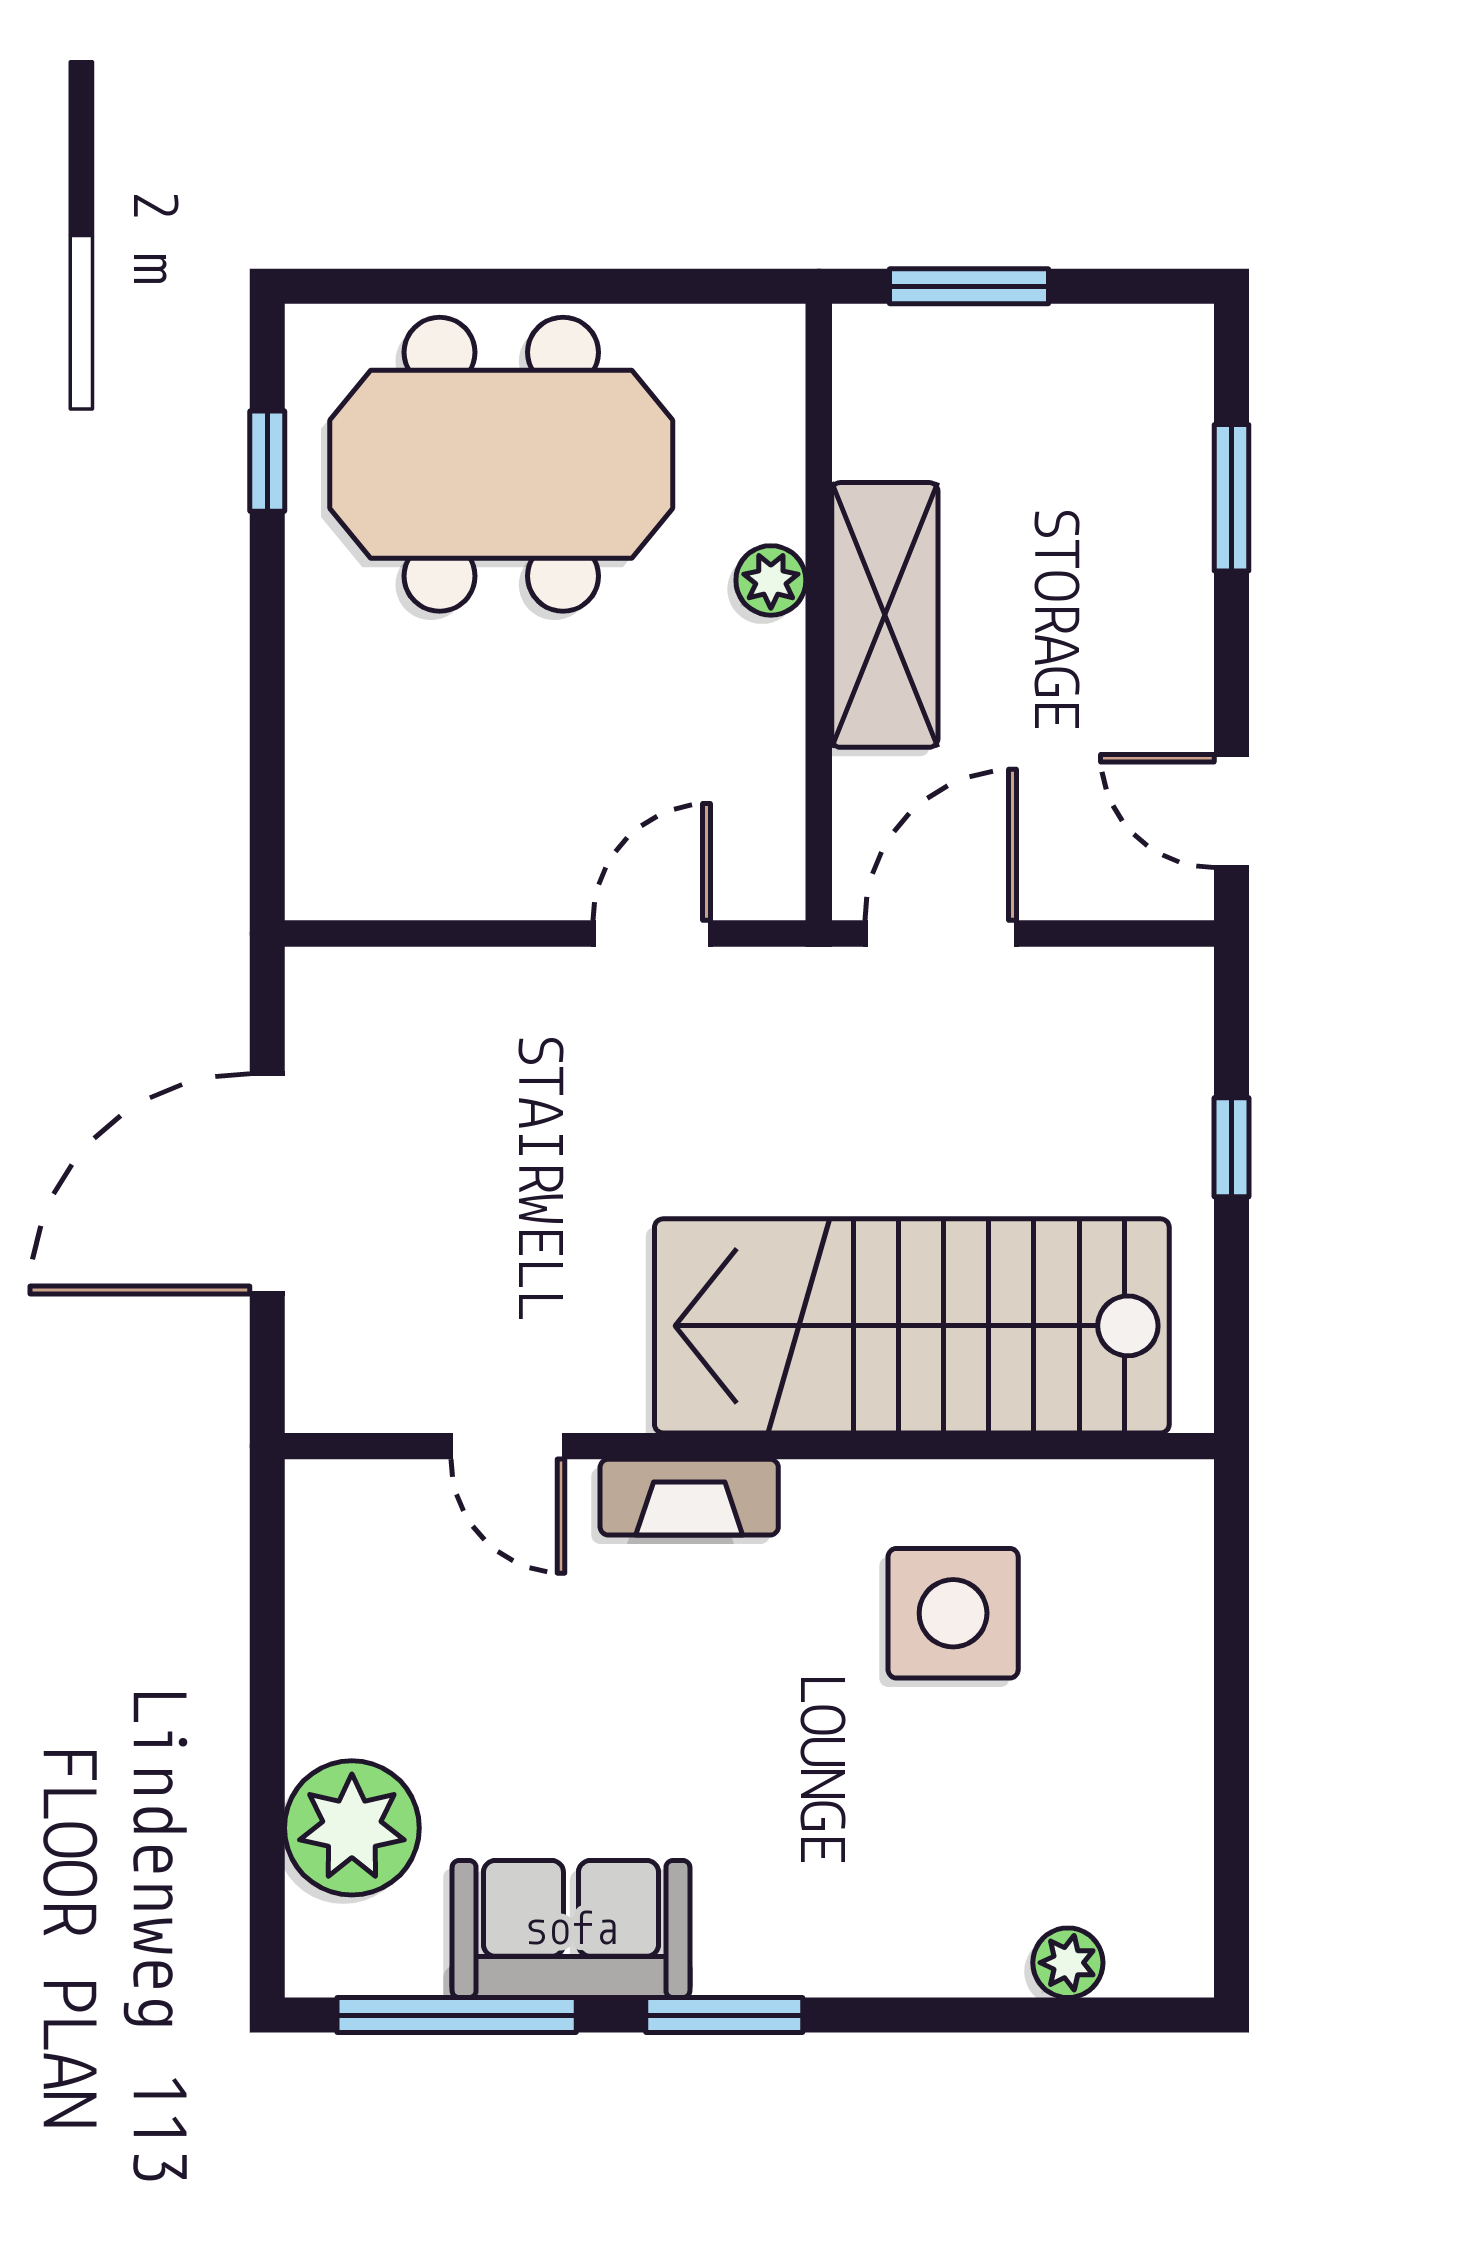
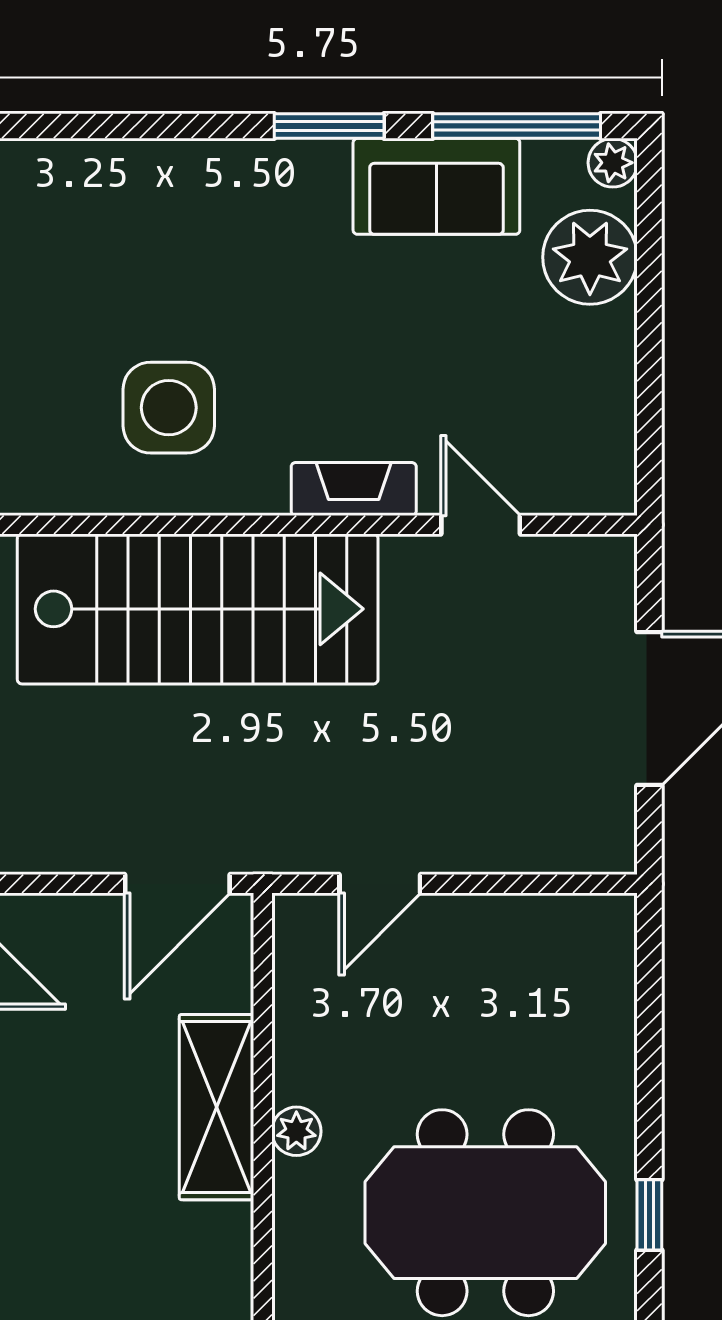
plant: (1068, 1963) -> (613, 163), moved

